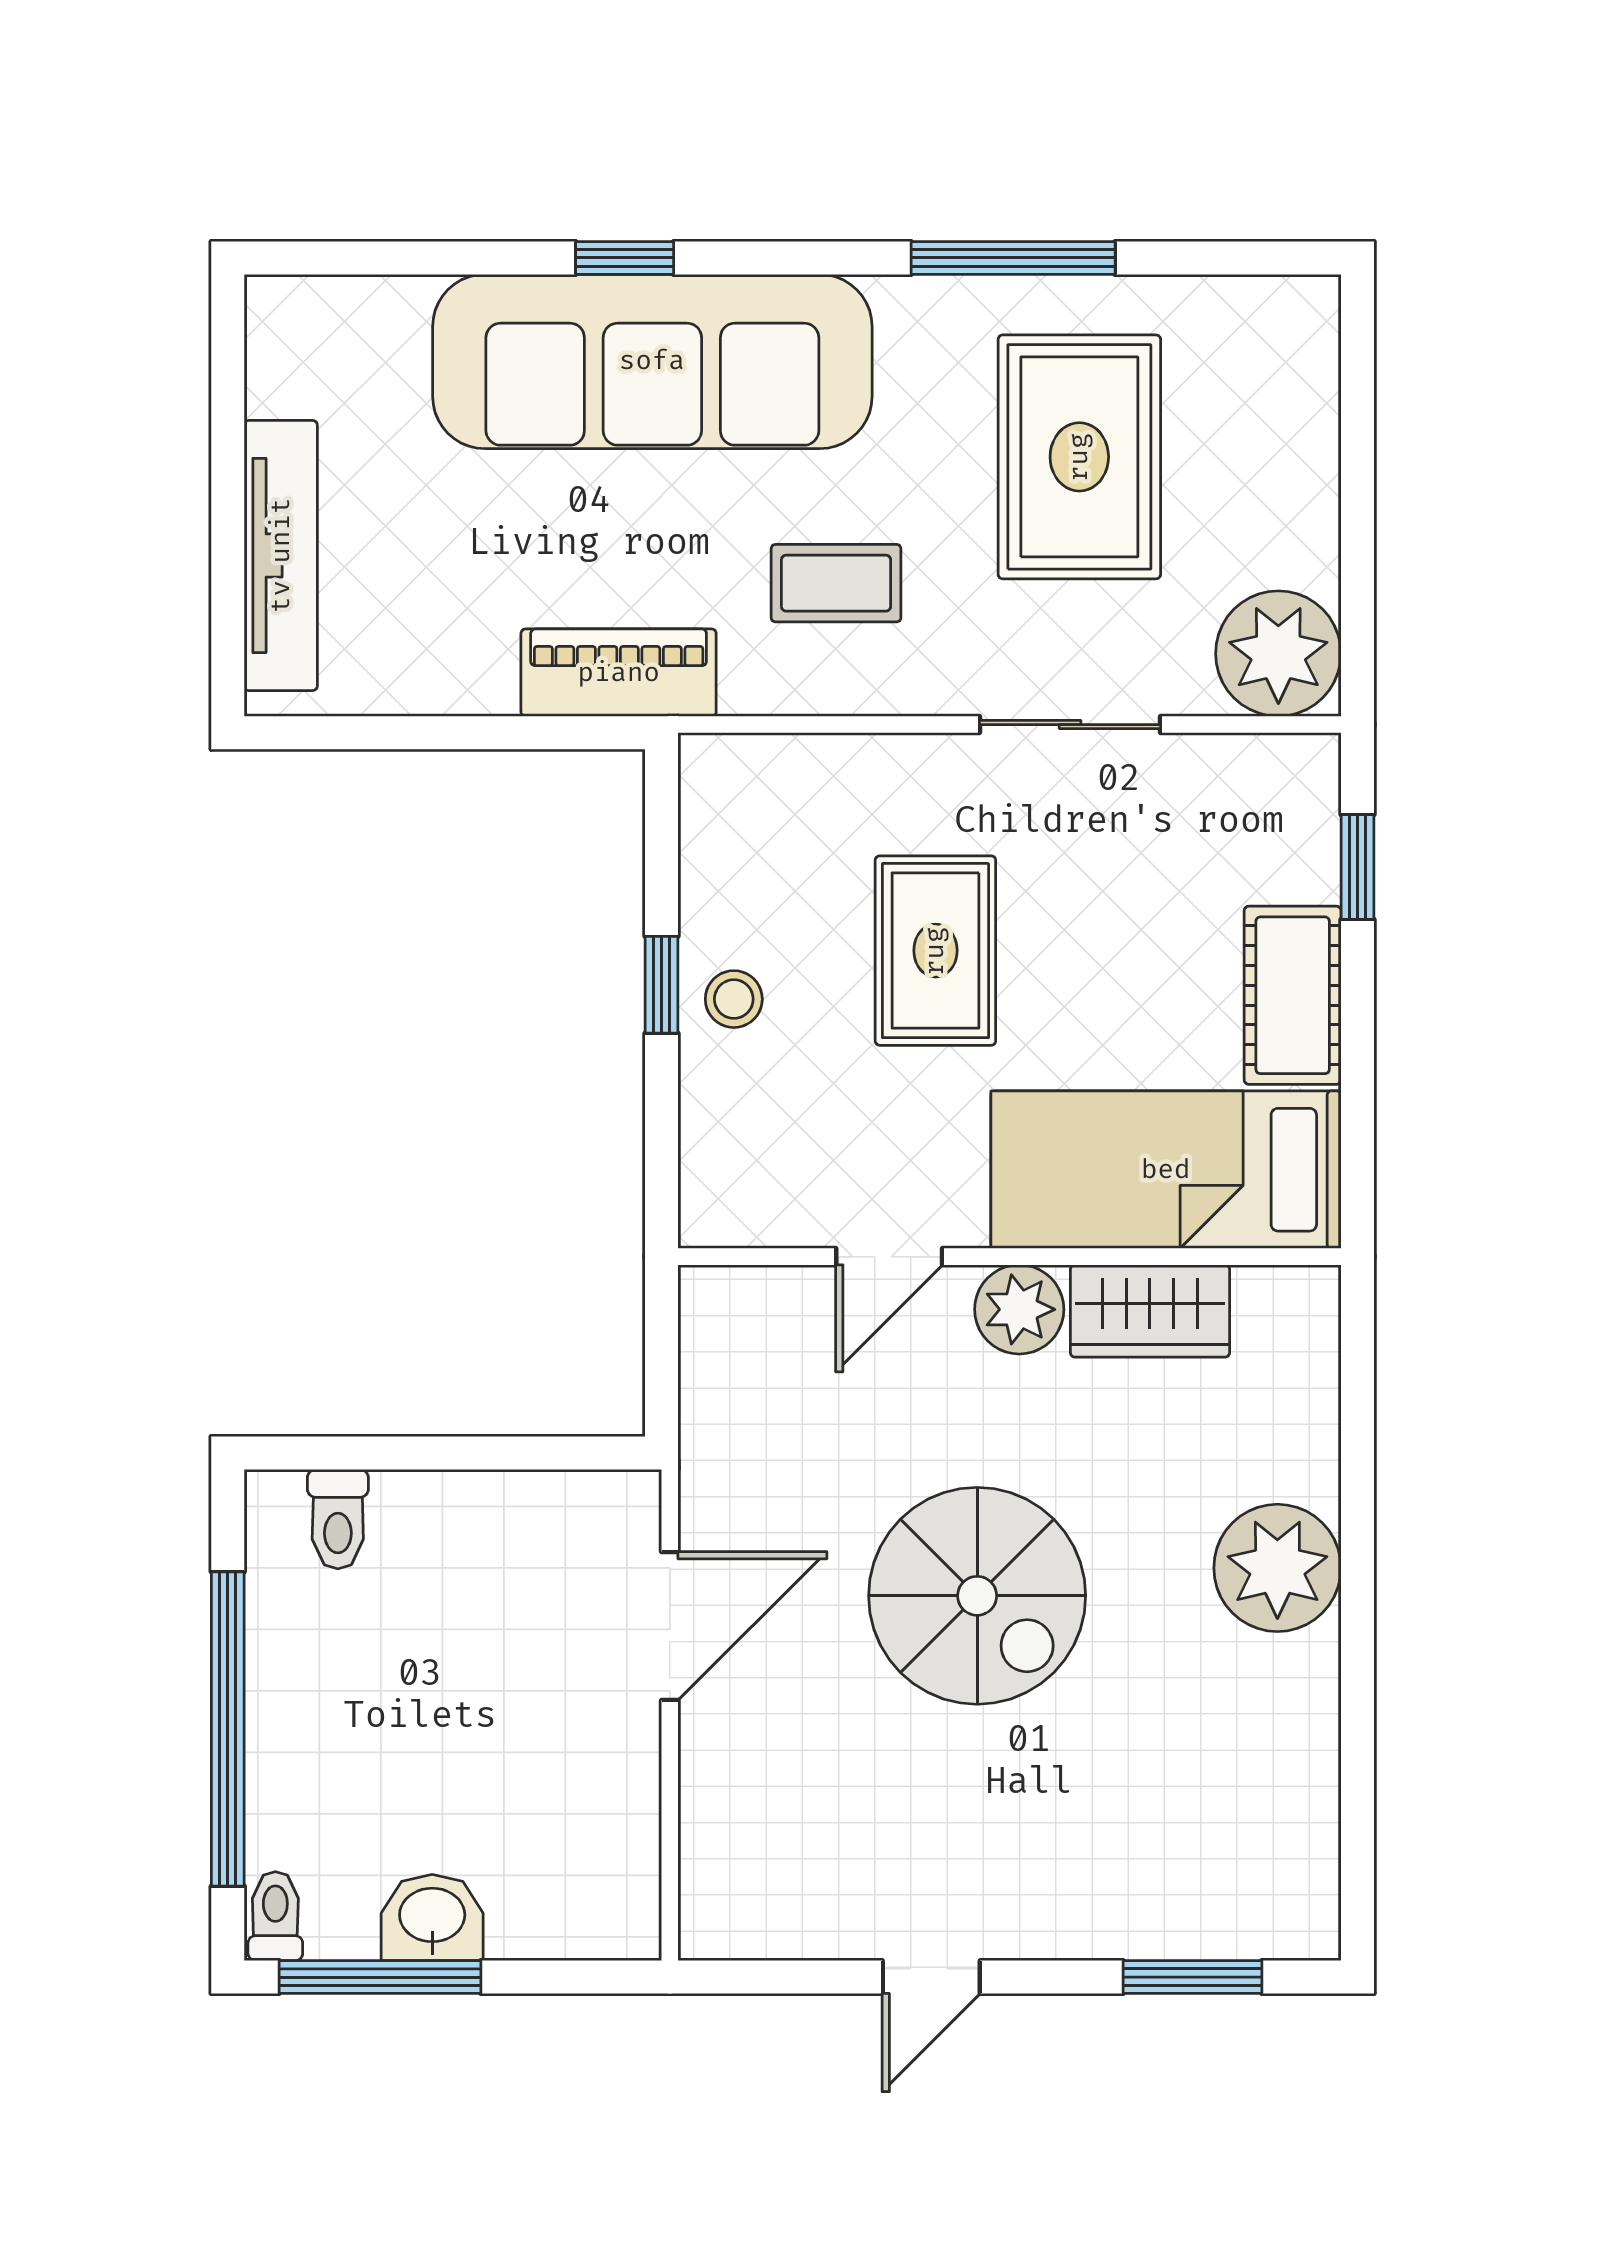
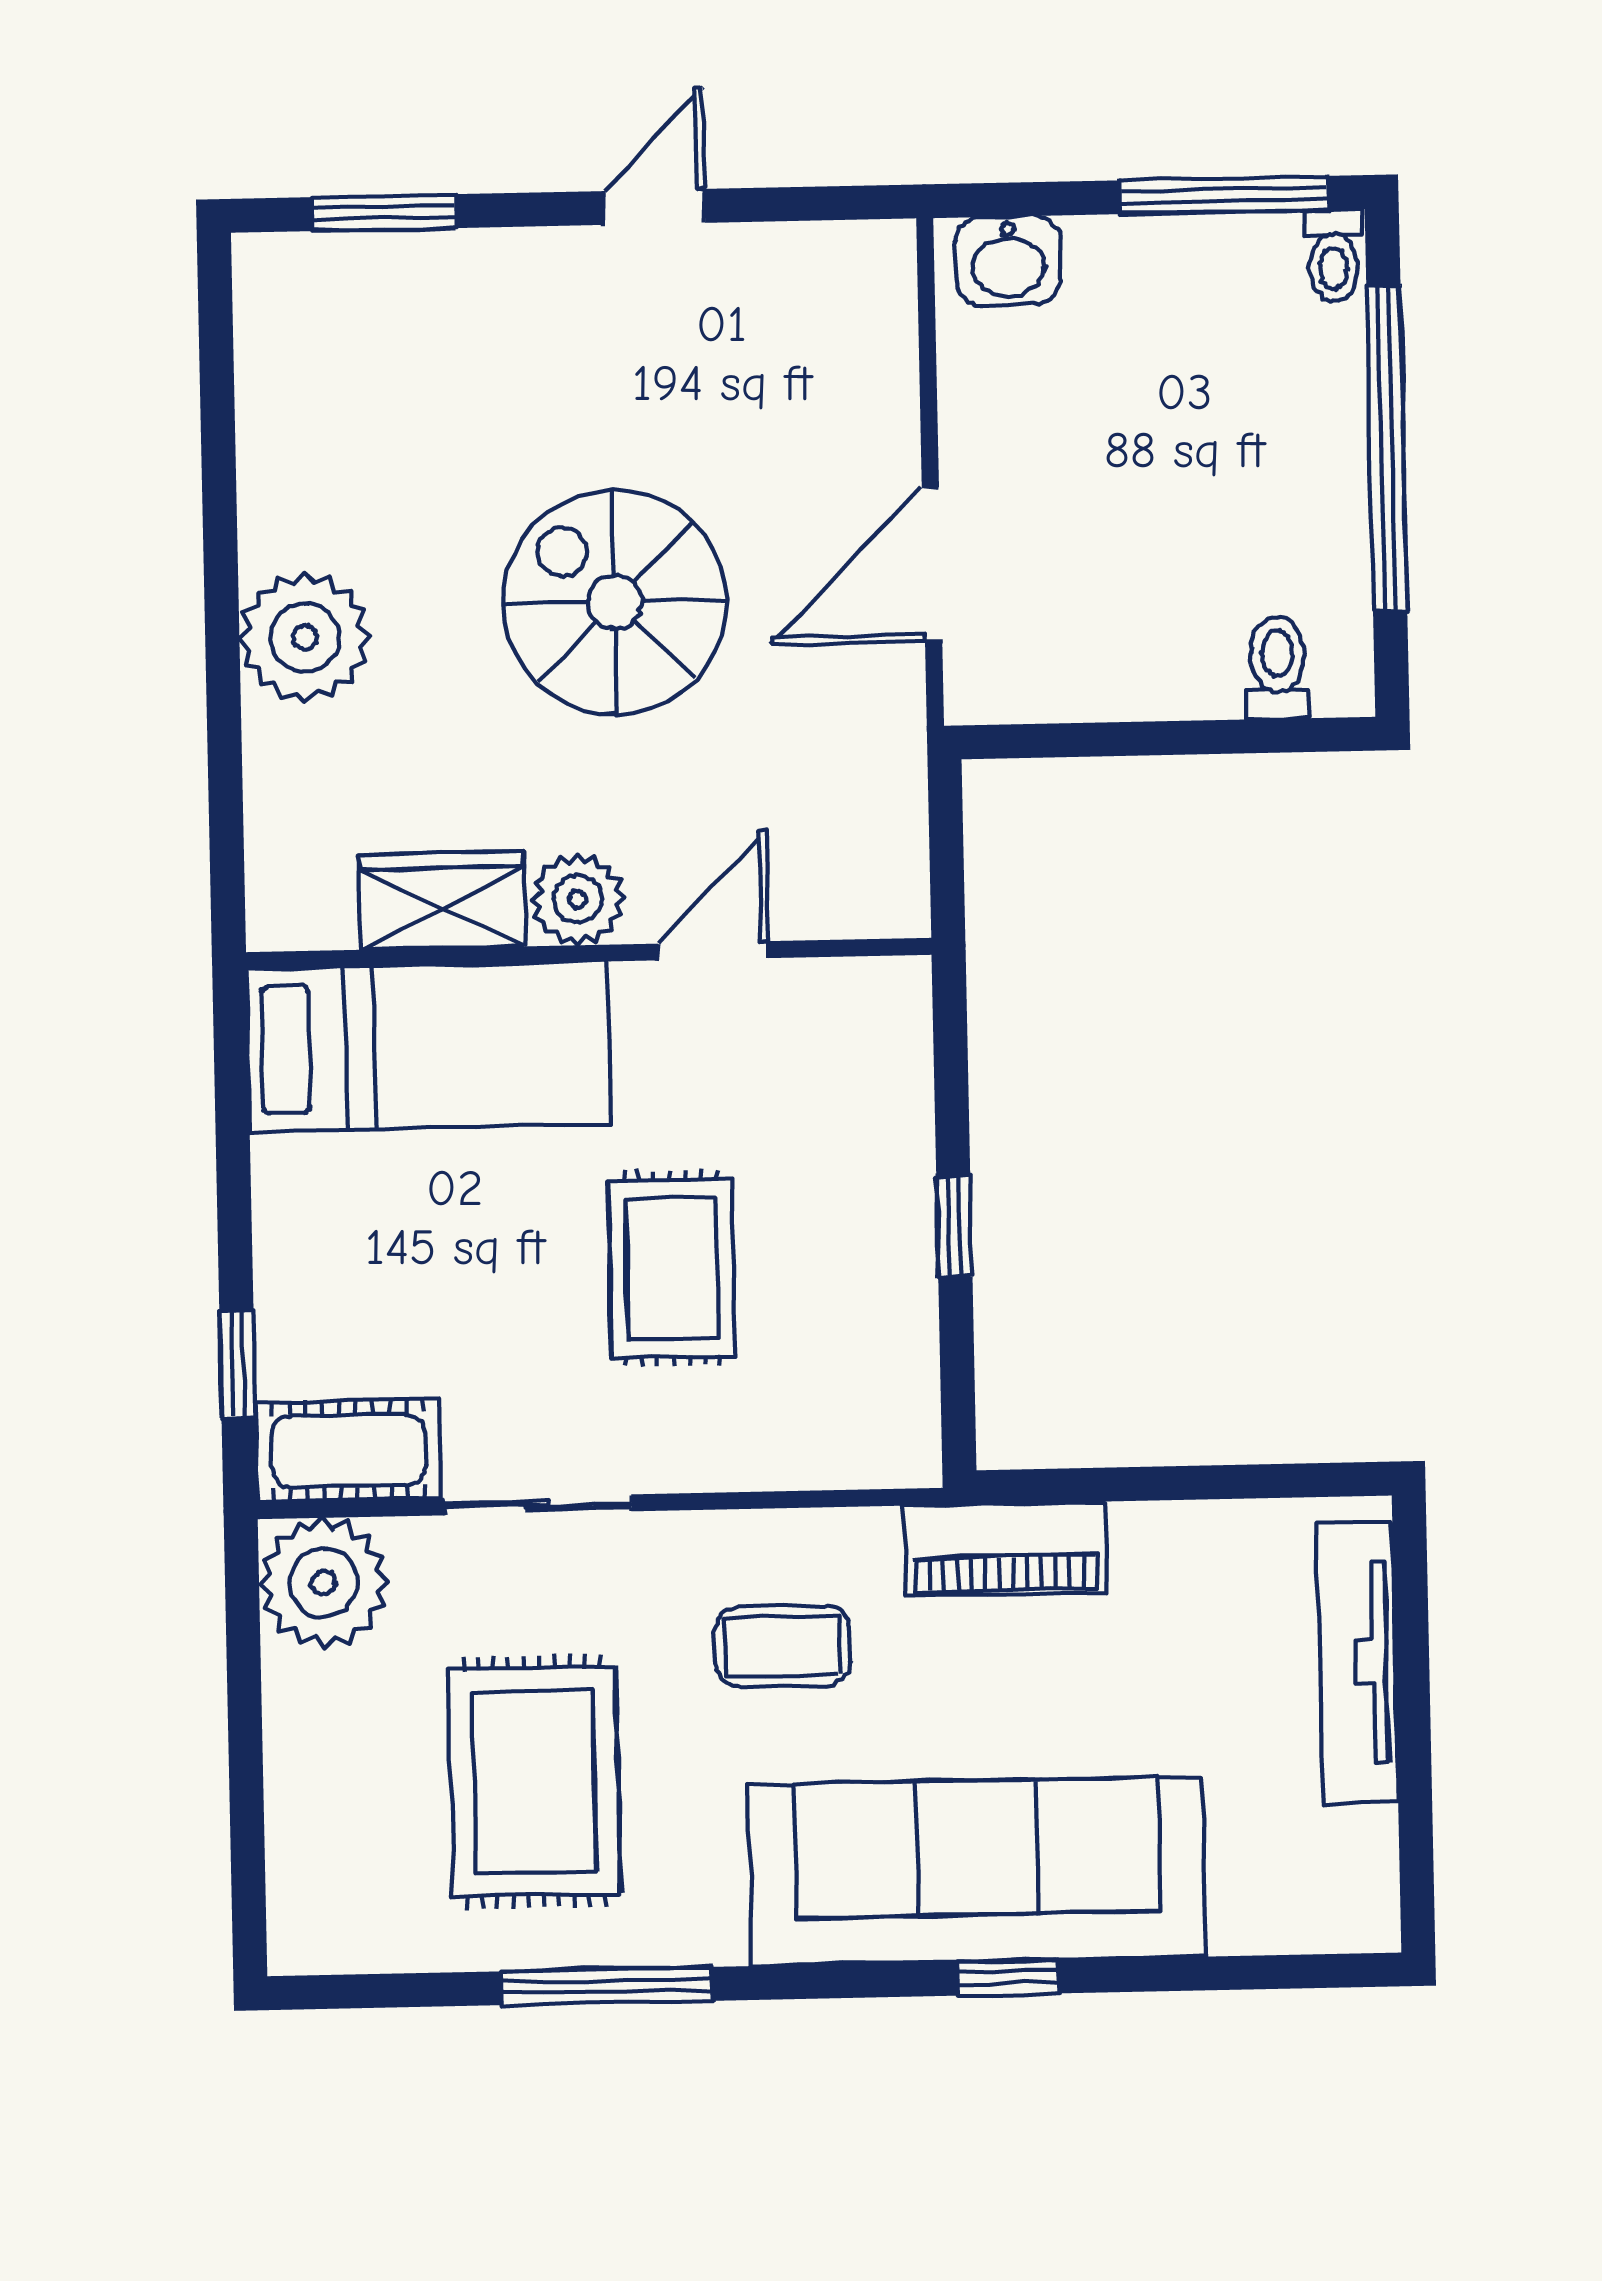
cot: (1293, 995) -> (348, 1450), moved, turned 90
stool: (734, 999) -> (879, 1214), removed
washbasin: (432, 1918) -> (1008, 261), moved

